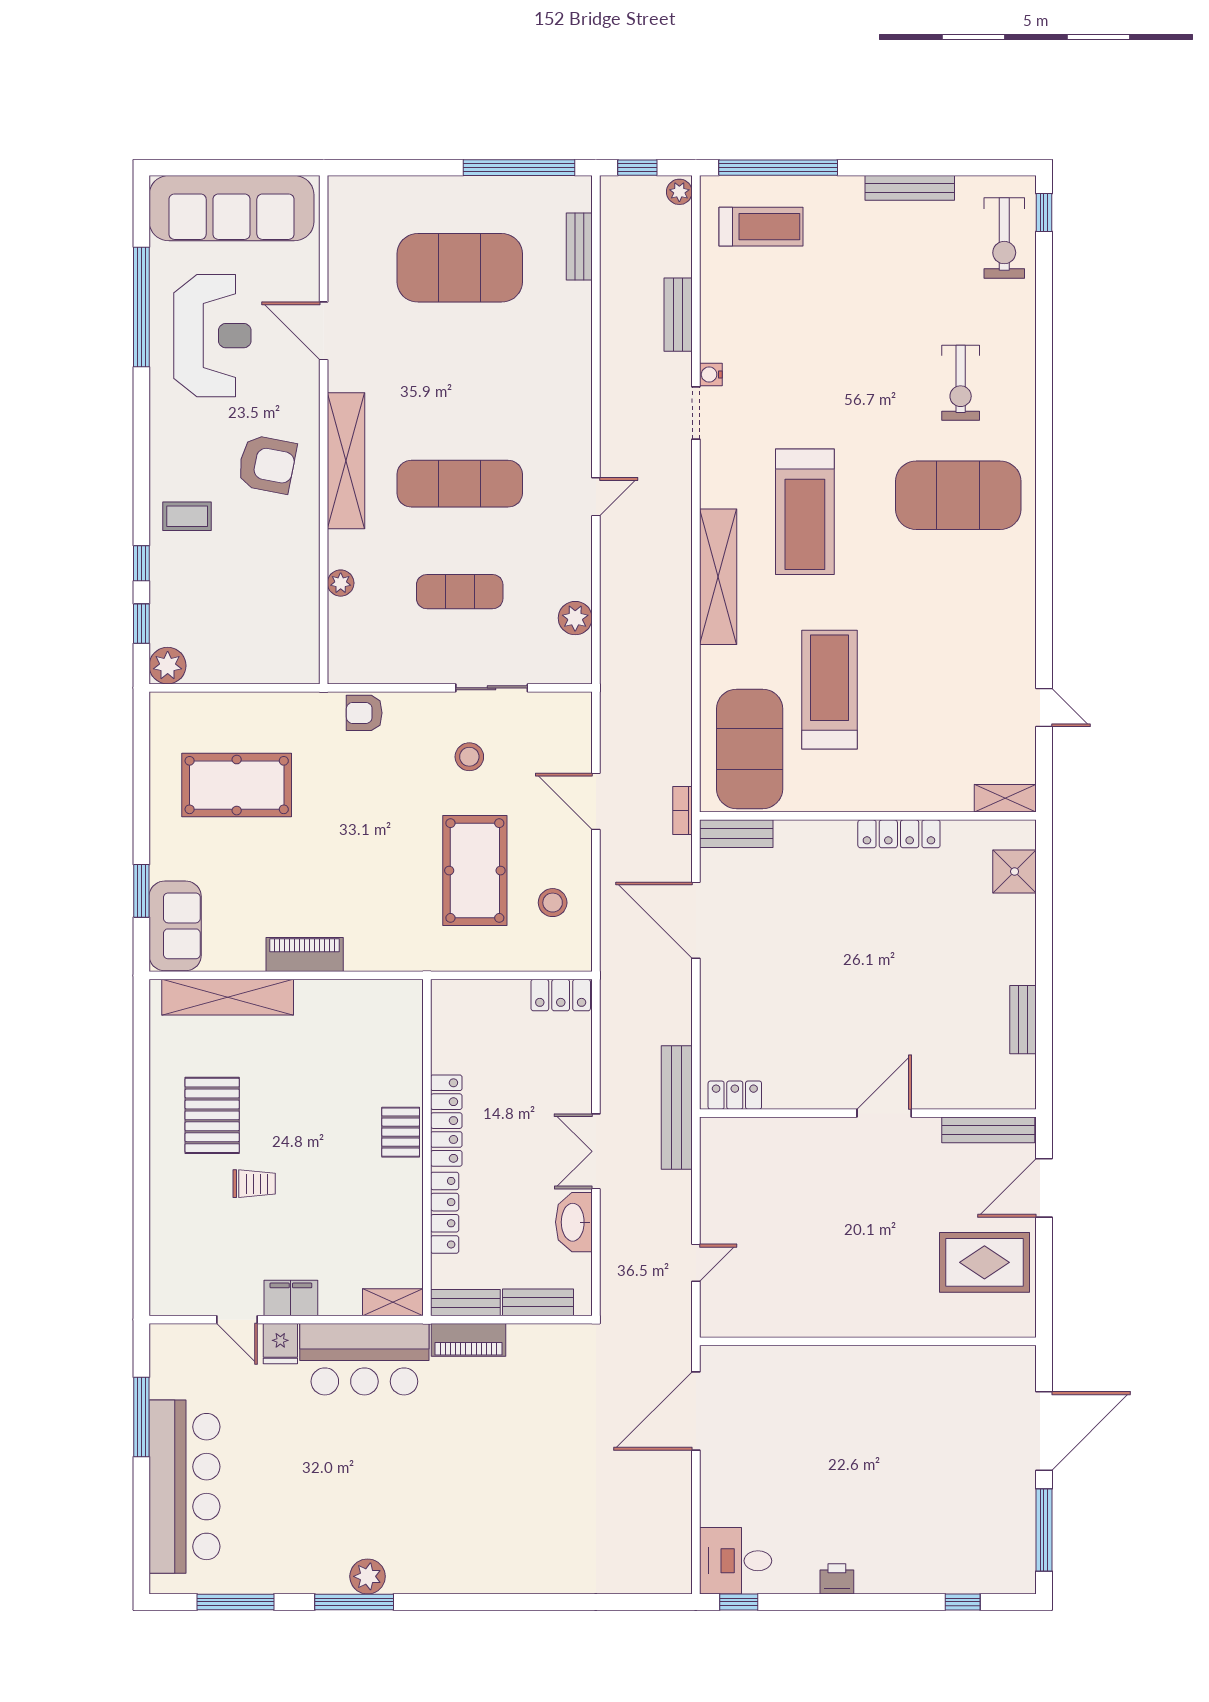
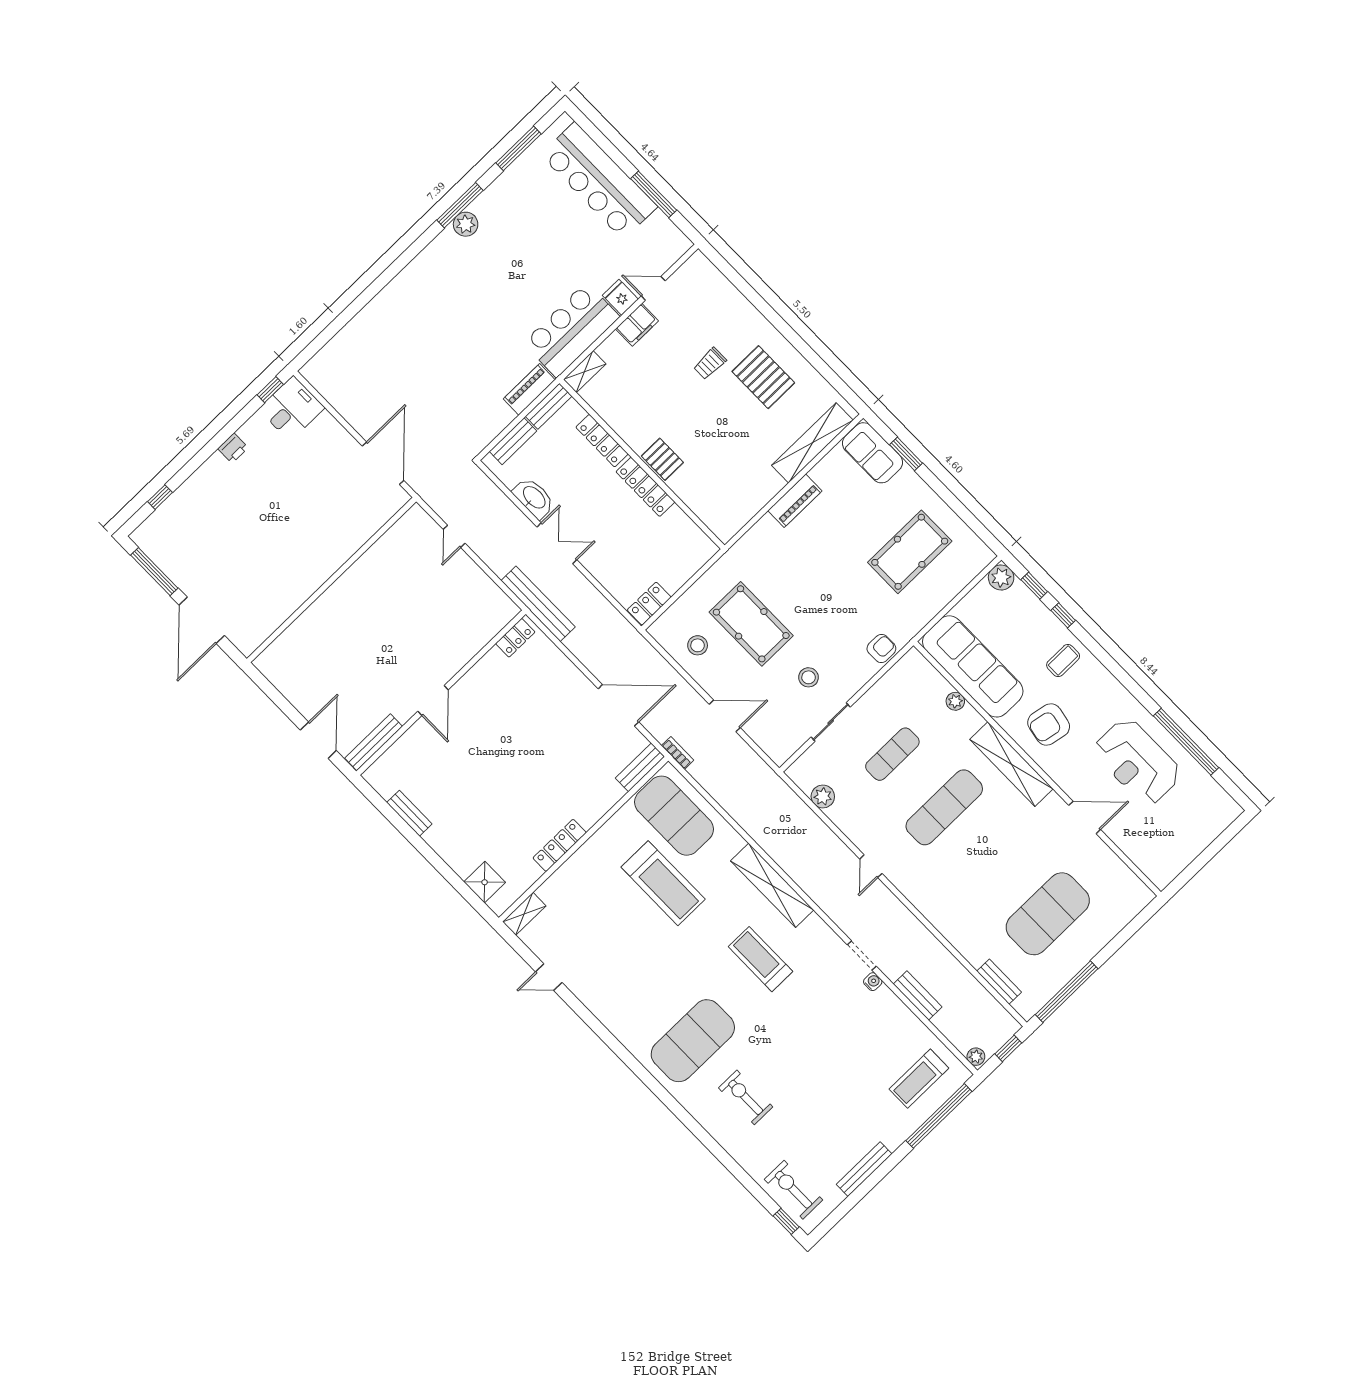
sofa: (232, 208) -> (973, 666), moved, turned 90
treadmill: (805, 512) -> (761, 959), width x0.73, depth x0.73
rug: (984, 1262) -> (312, 675), removed

